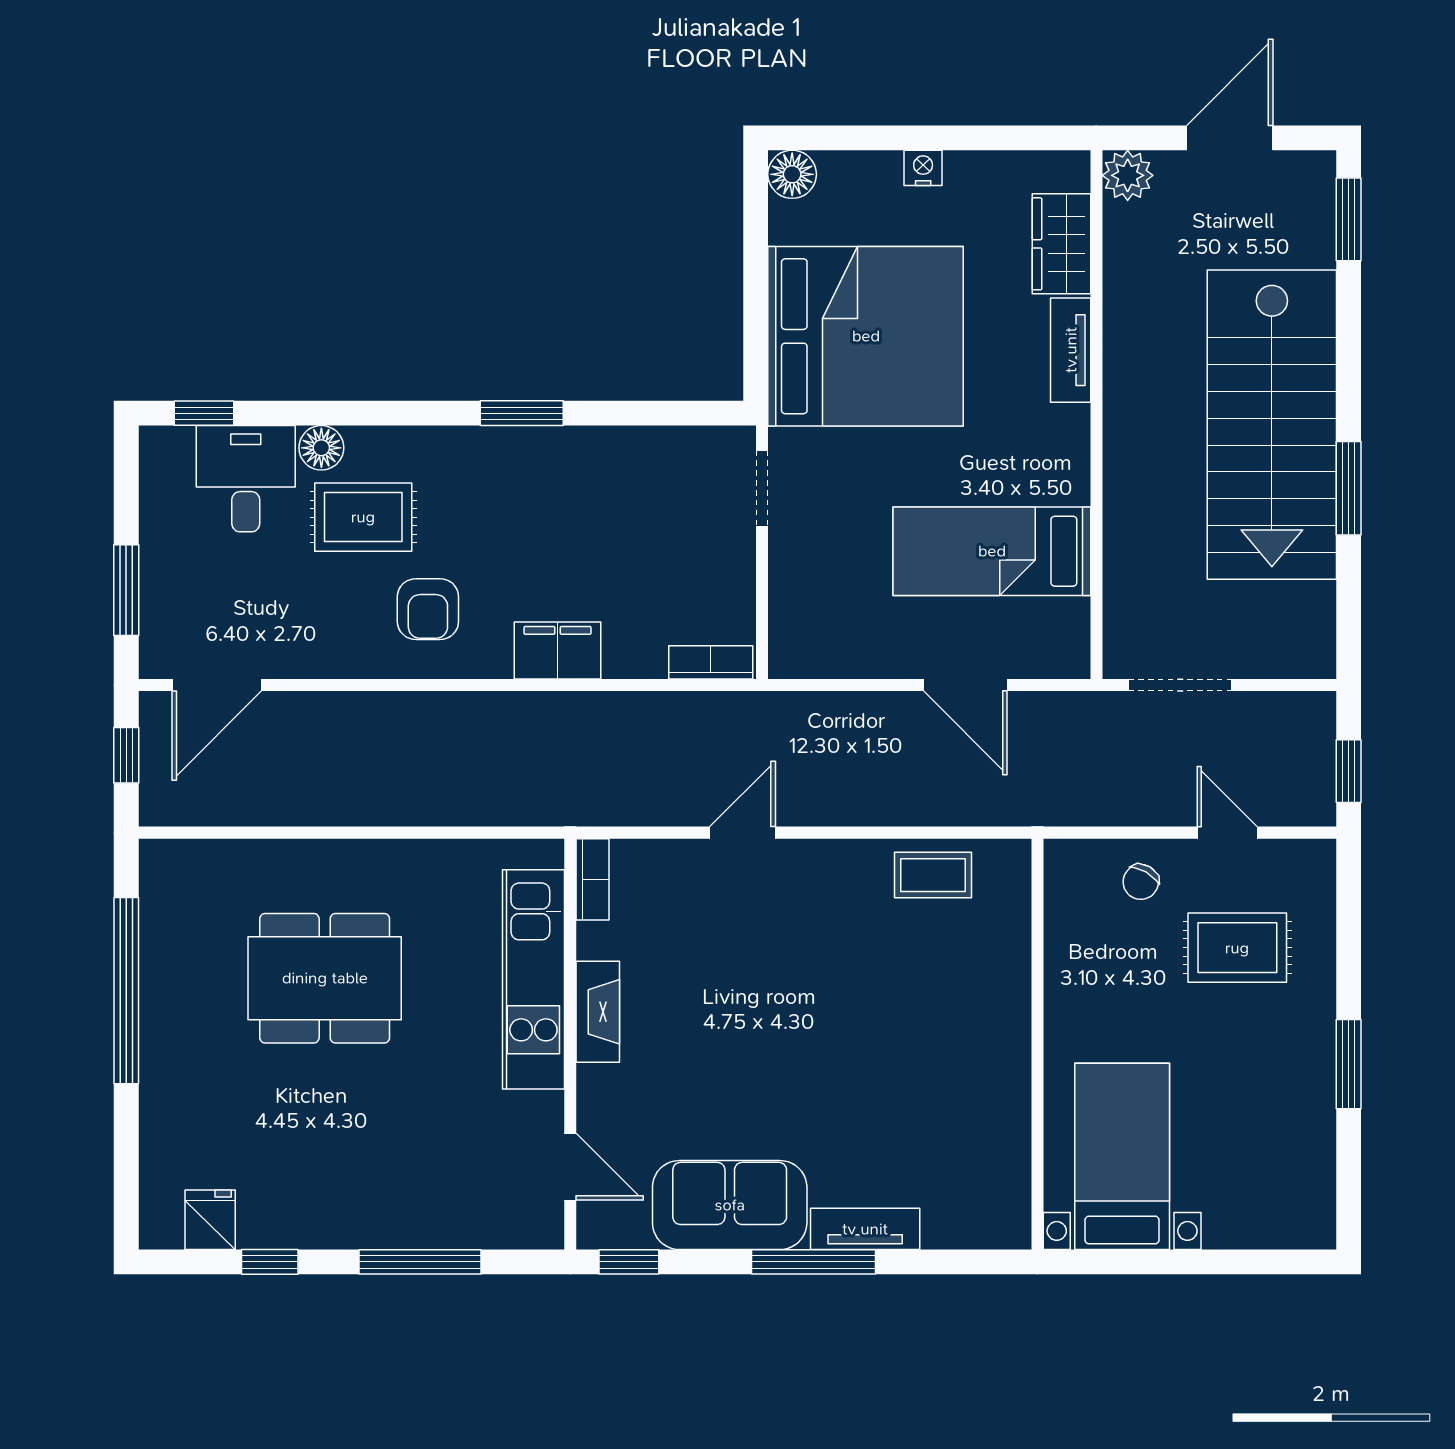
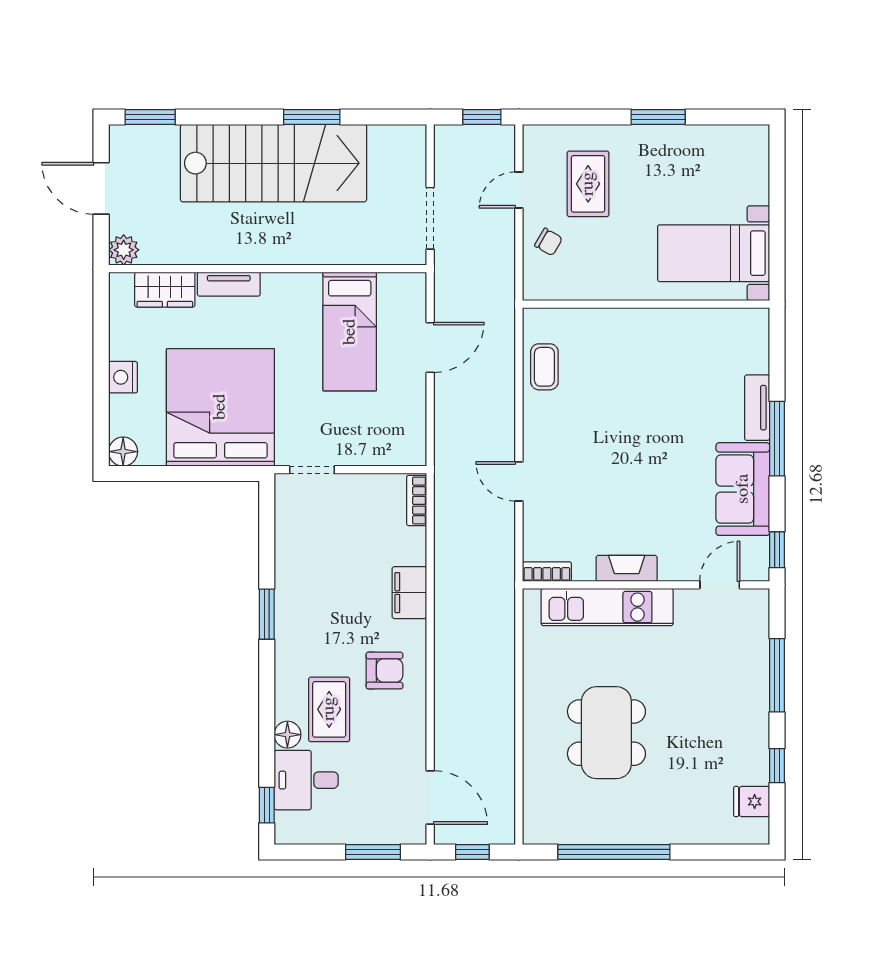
nightstand: (923, 168) -> (123, 377), width x1.39, depth x1.35

